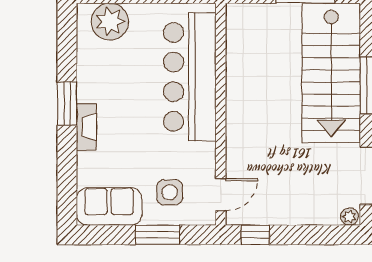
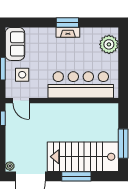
fireplace: (86, 127) -> (68, 32), moved

